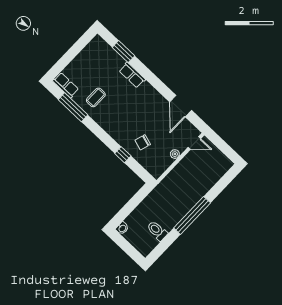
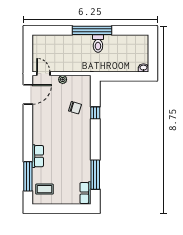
window: (123, 52) -> (28, 176), width x1.44
coffee table: (96, 97) -> (44, 189), moved
door: (181, 106) -> (28, 94), moved
toilet: (157, 231) -> (98, 44), moved

